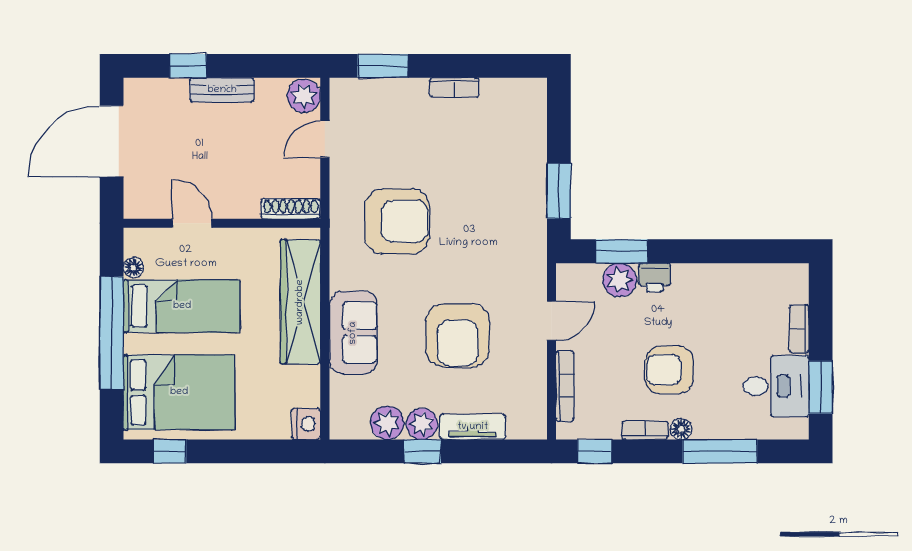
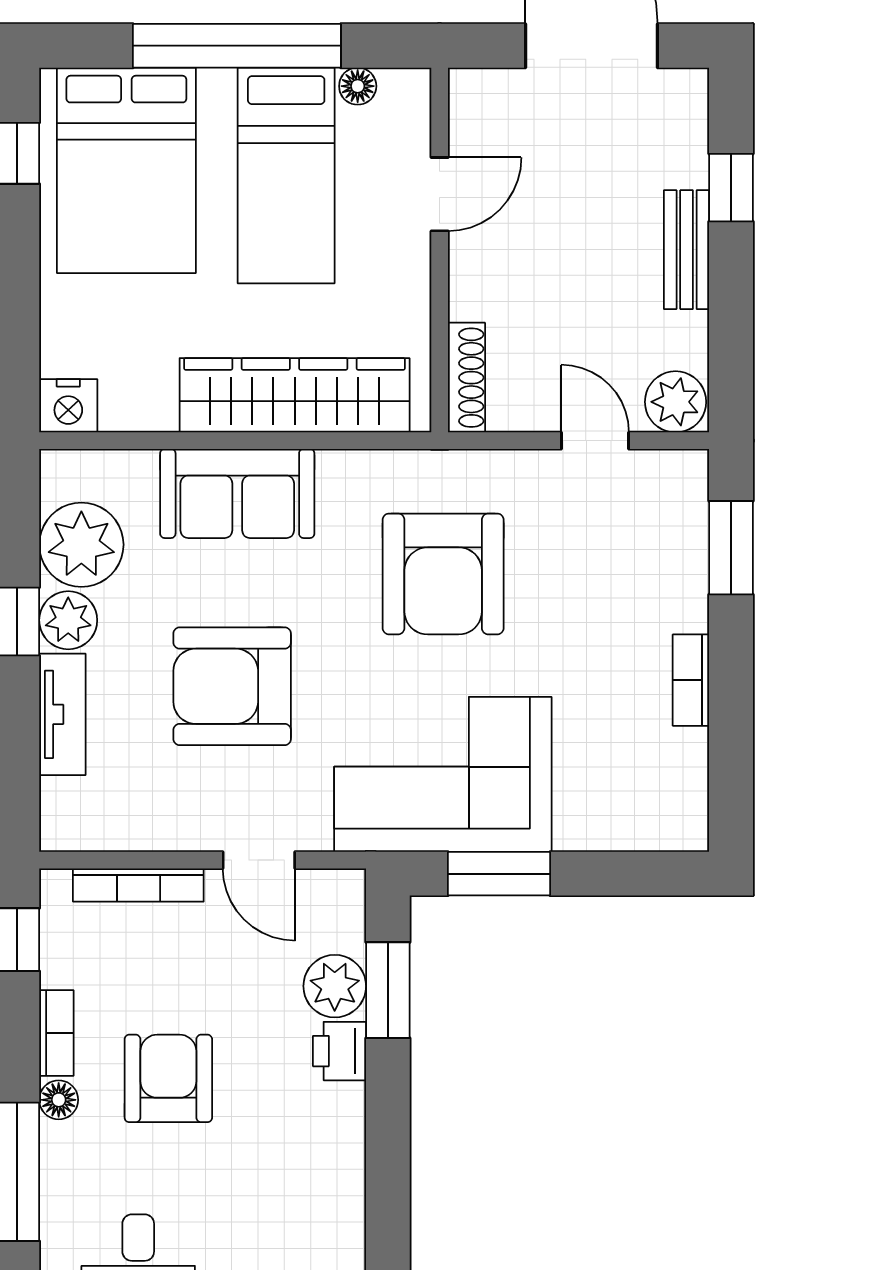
corner sofa: (505, 222) -> (443, 774), added
plant: (387, 423) -> (81, 545), width x1.36, depth x1.36

